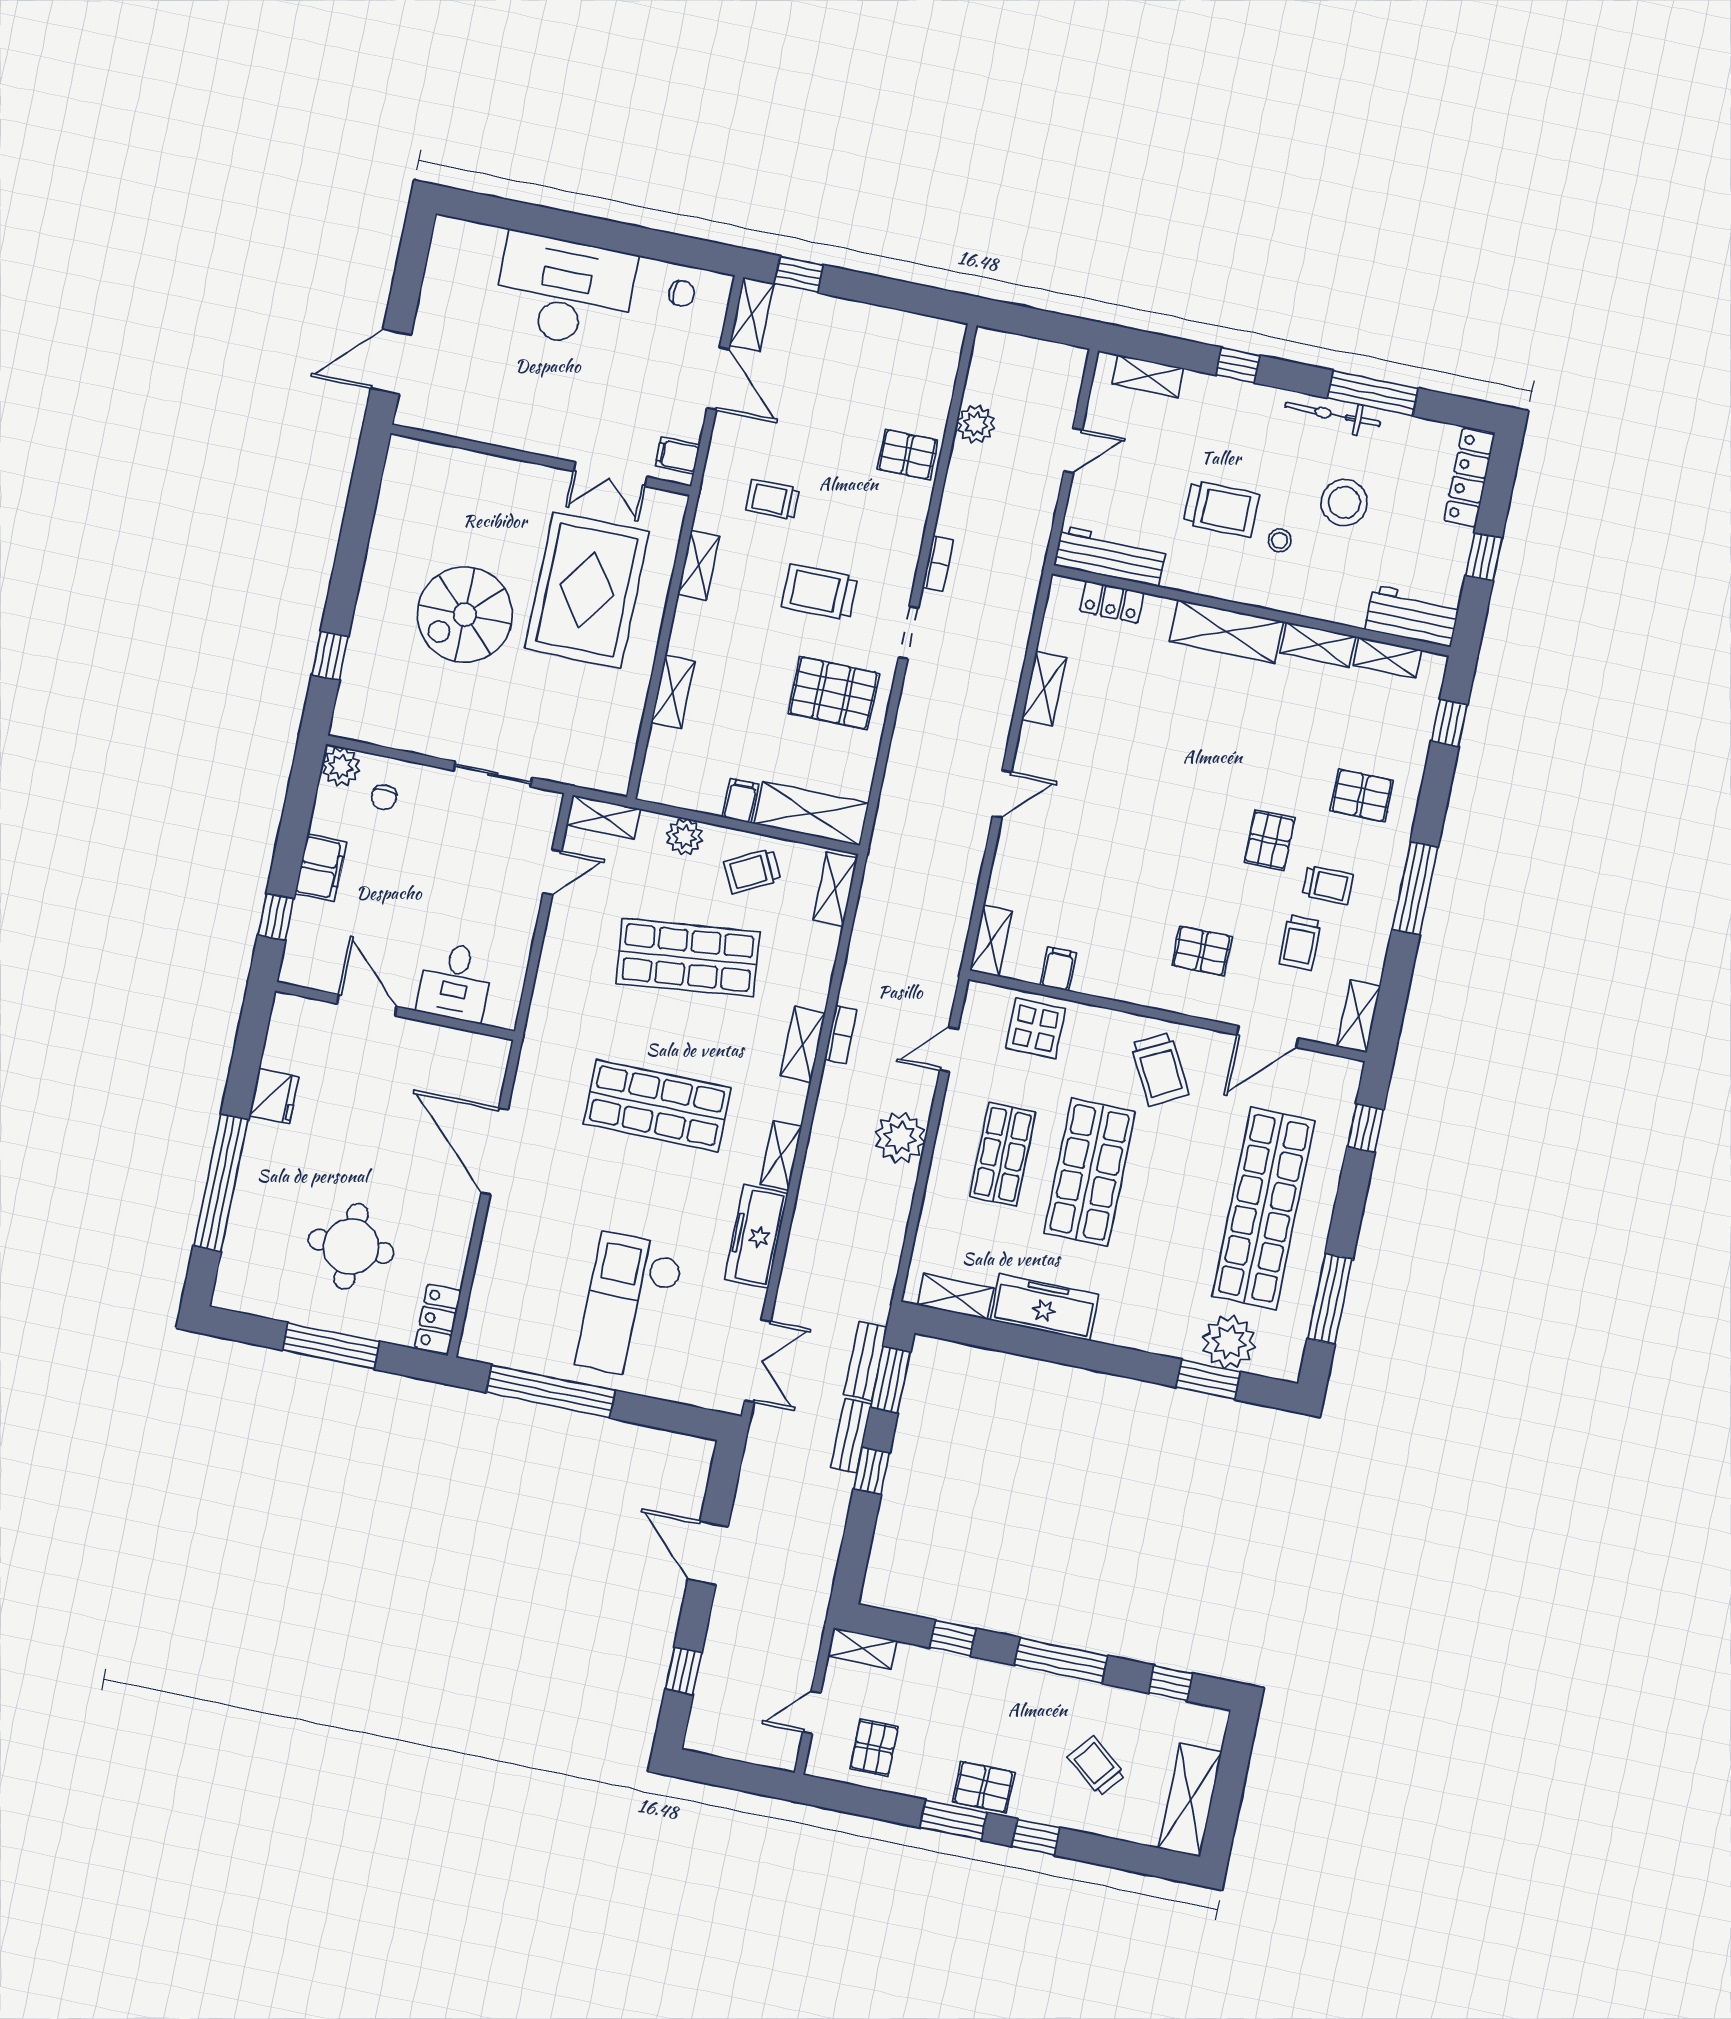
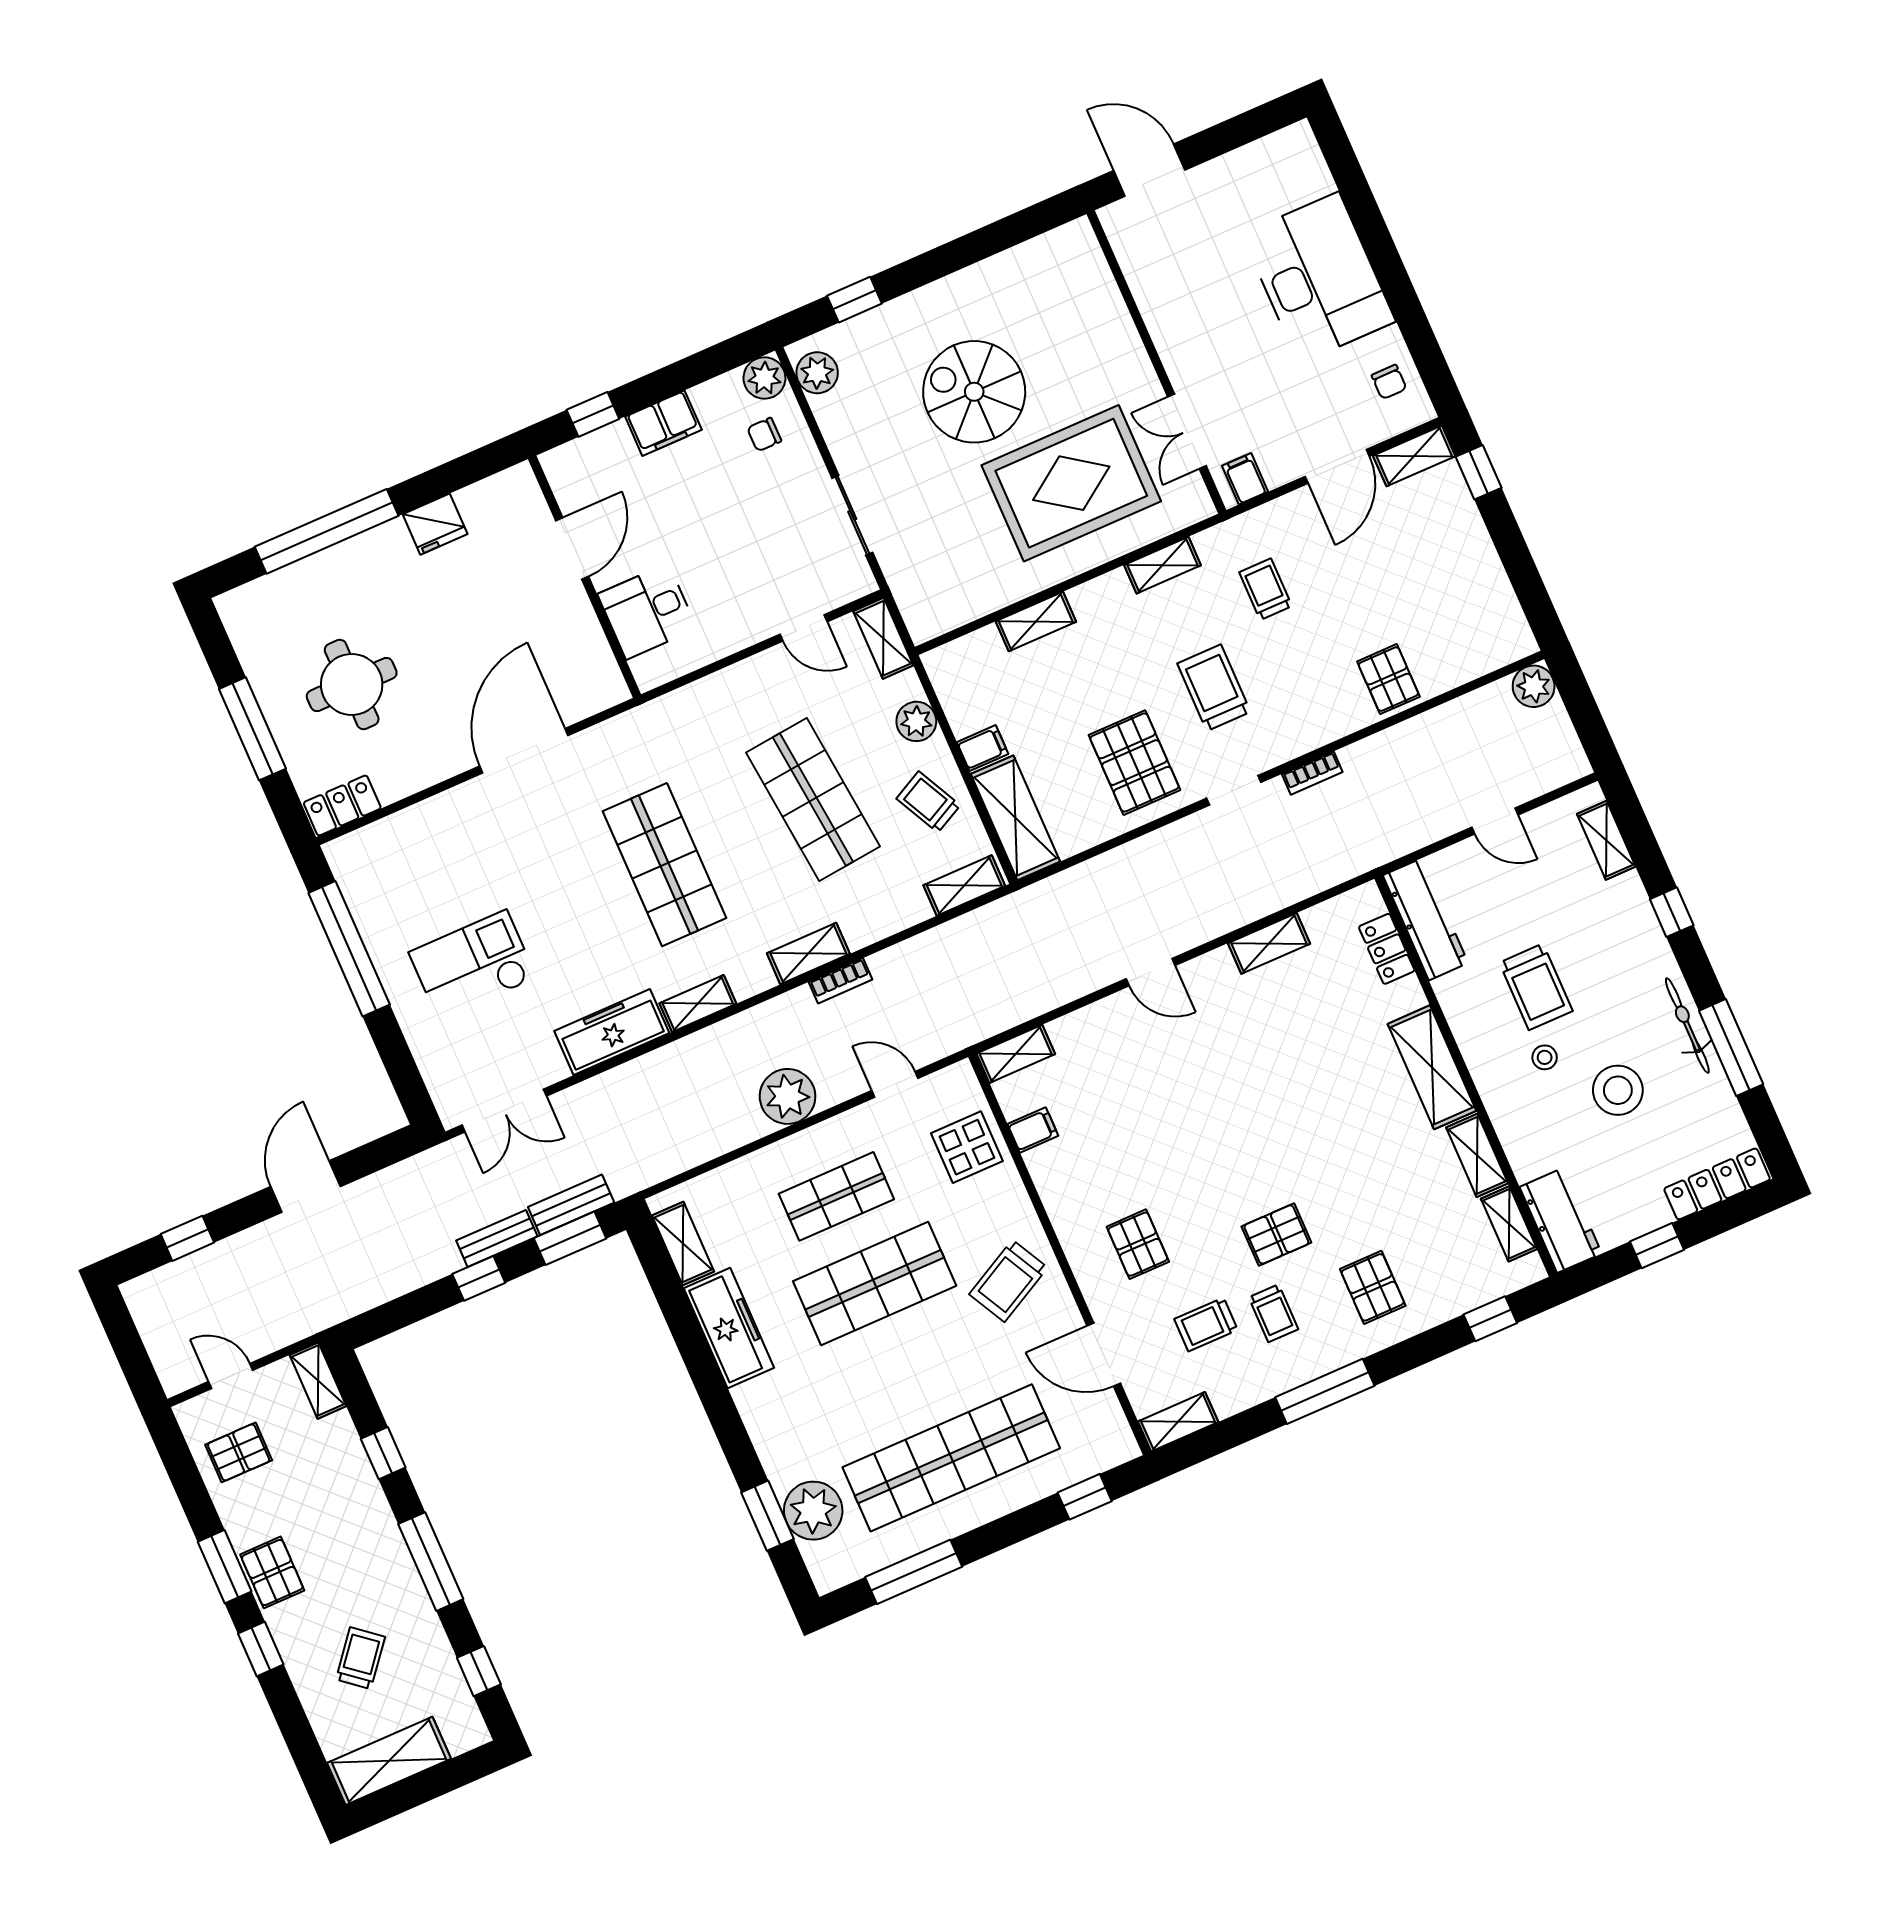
plant: (976, 424) -> (1534, 686), moved
plant: (365, 724) -> (817, 373), added
checkout: (630, 1306) -> (473, 965), width x0.73, depth x0.83

